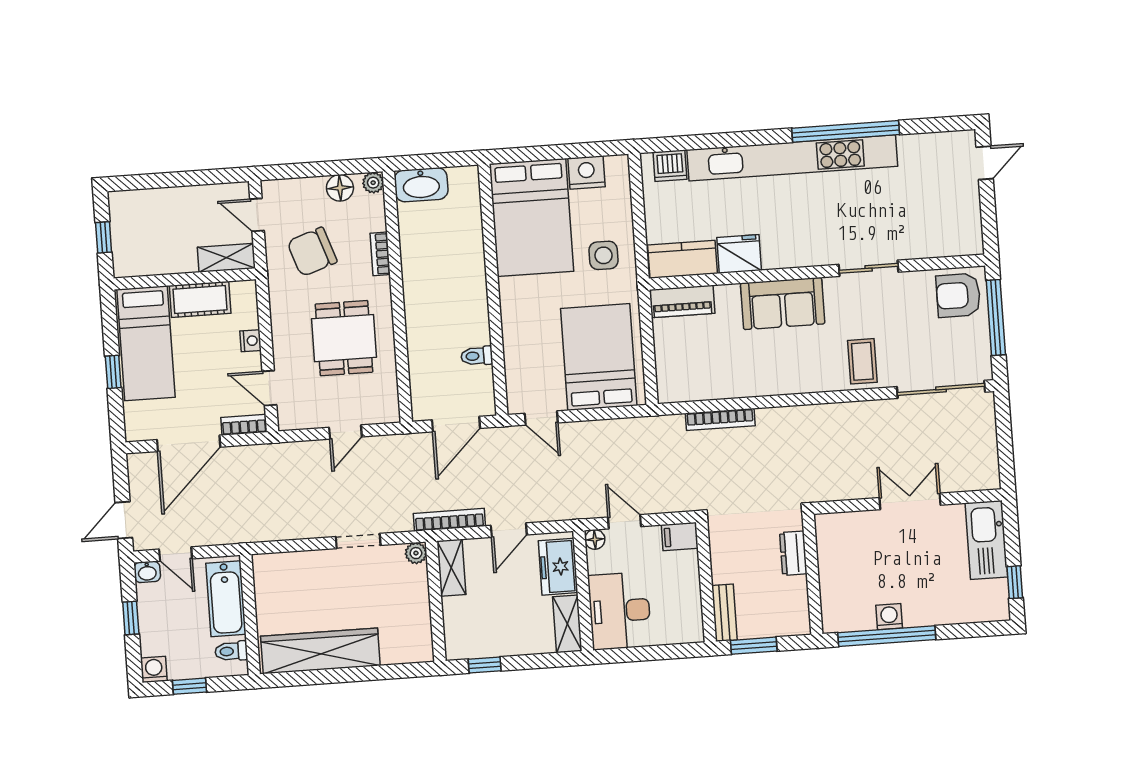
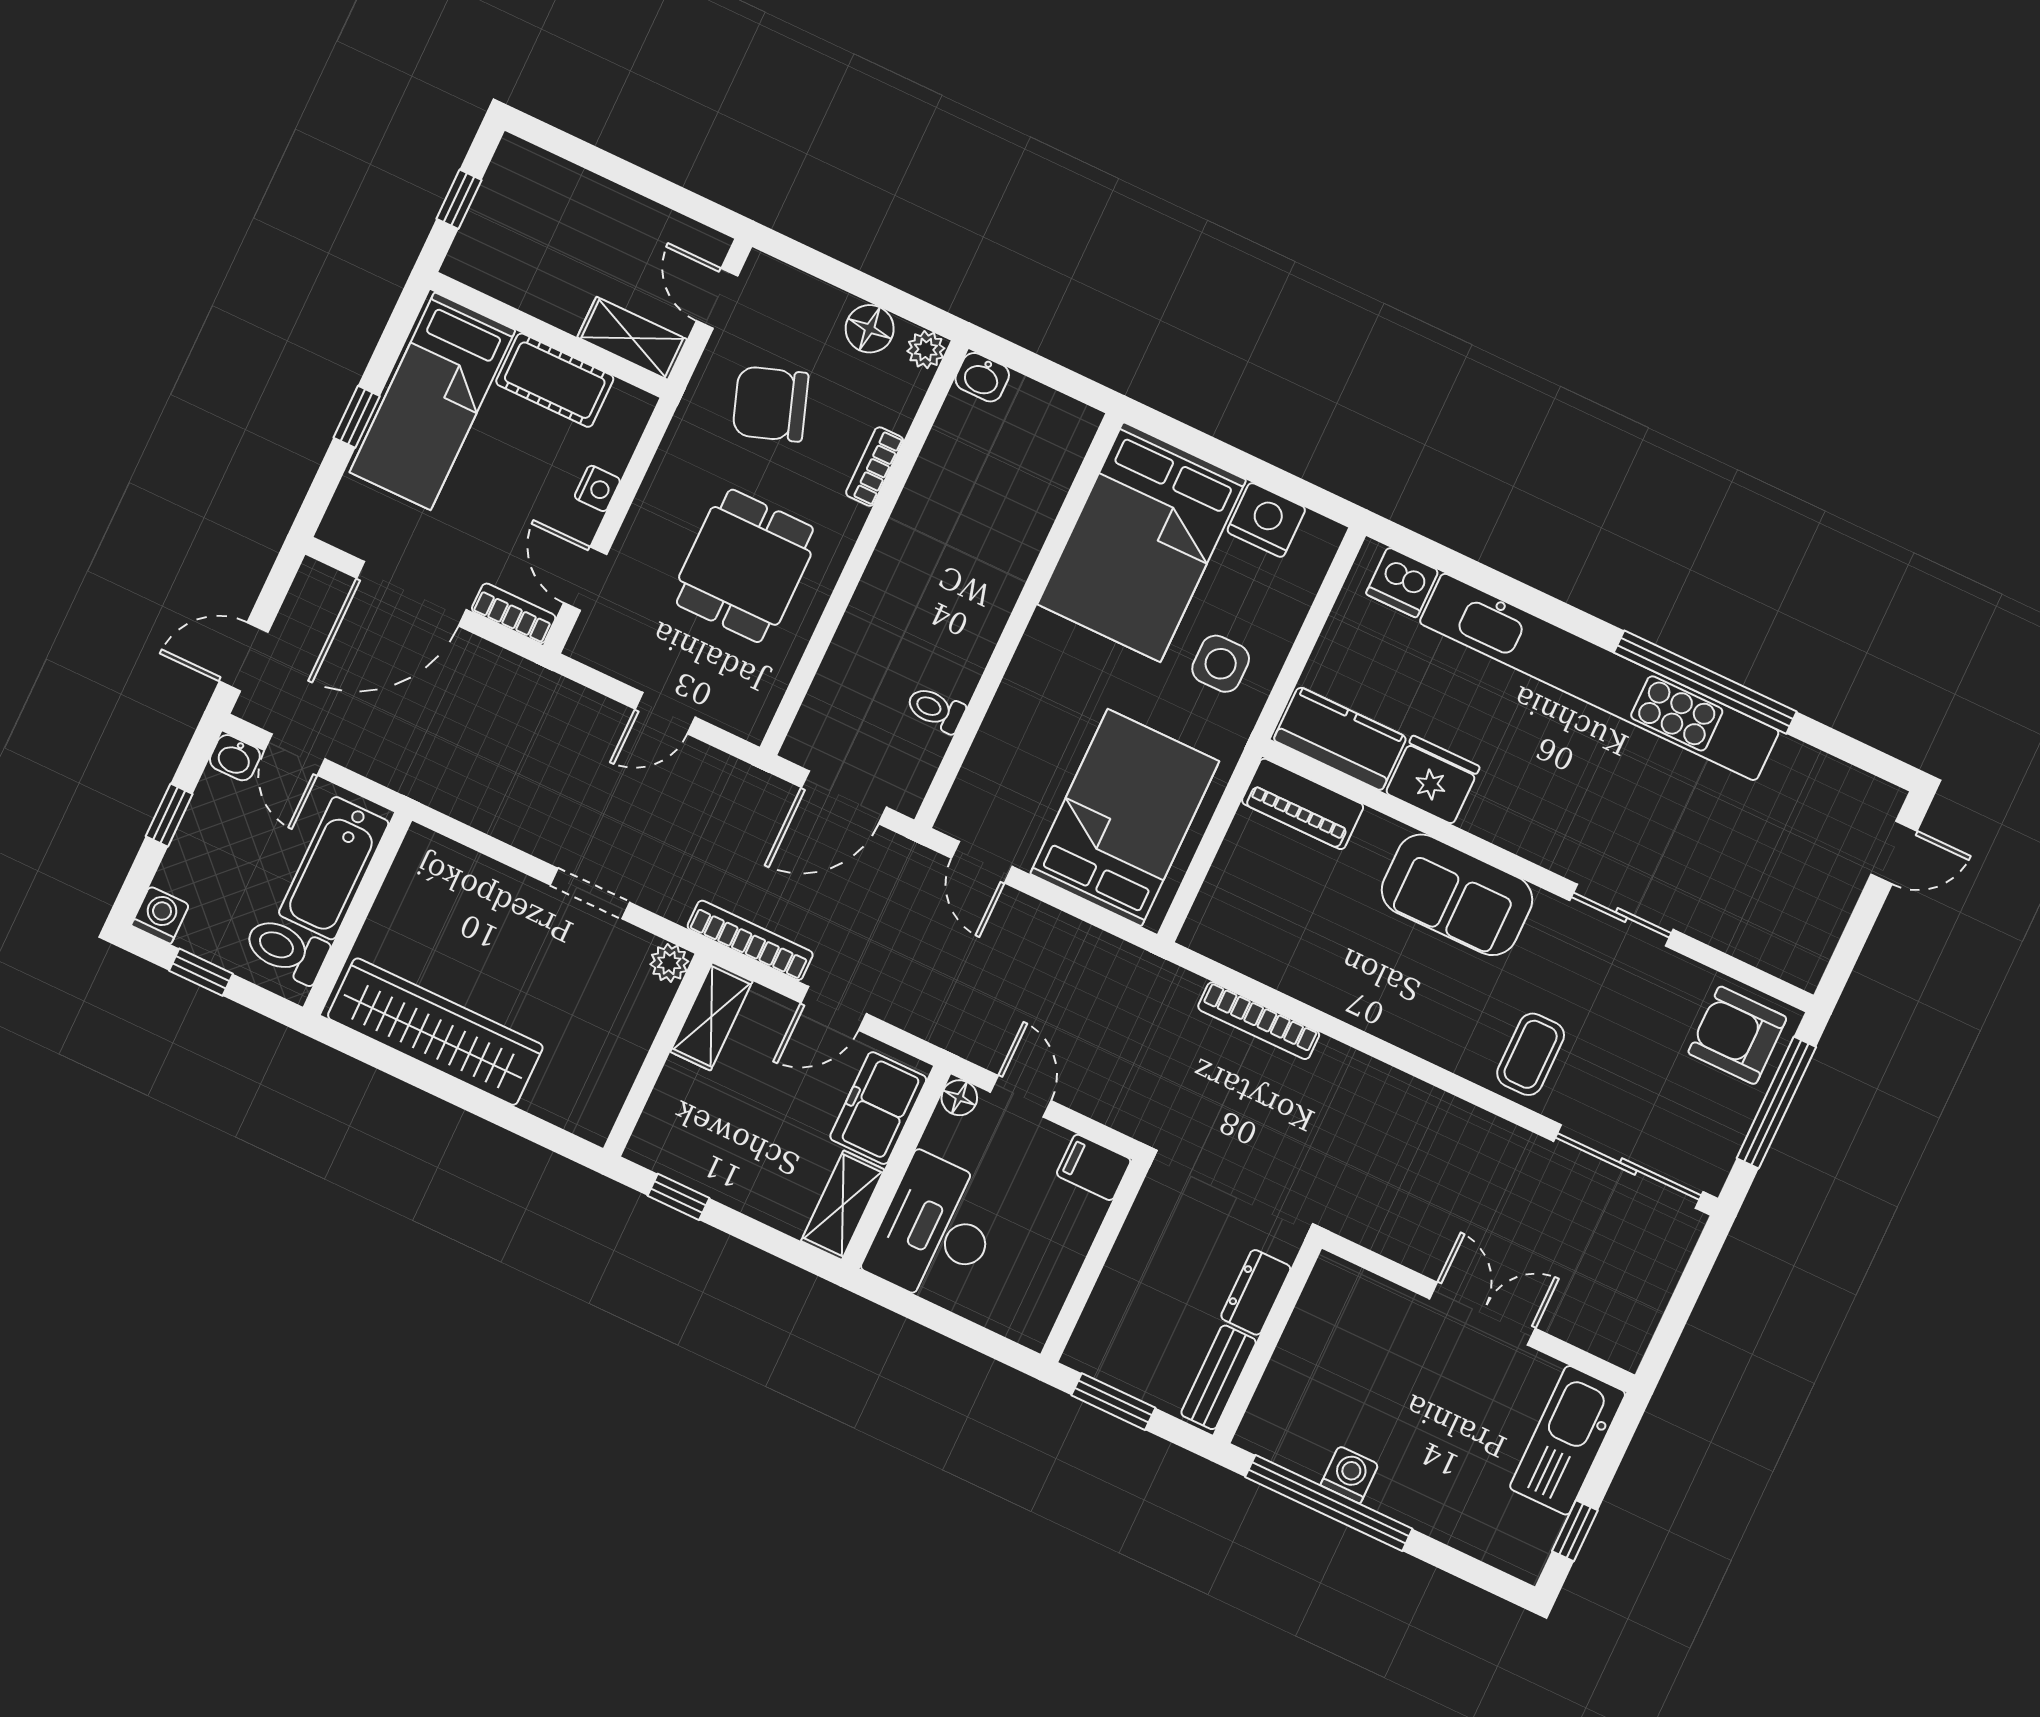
washbasin: (421, 185) -> (982, 377), width x0.52, depth x0.69
bench: (724, 613) -> (1219, 1377), moved
toilet: (231, 651) -> (286, 950), width x1.37, depth x1.39

